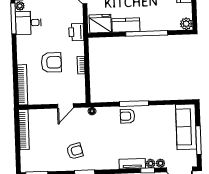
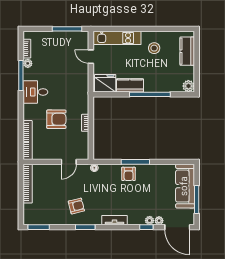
desk: (28, 23) -> (35, 92), moved
printer: (76, 32) -> (82, 91), removed
armchair: (127, 116) -> (129, 174), turned -90
tv unit: (132, 164) -> (114, 220), moved

